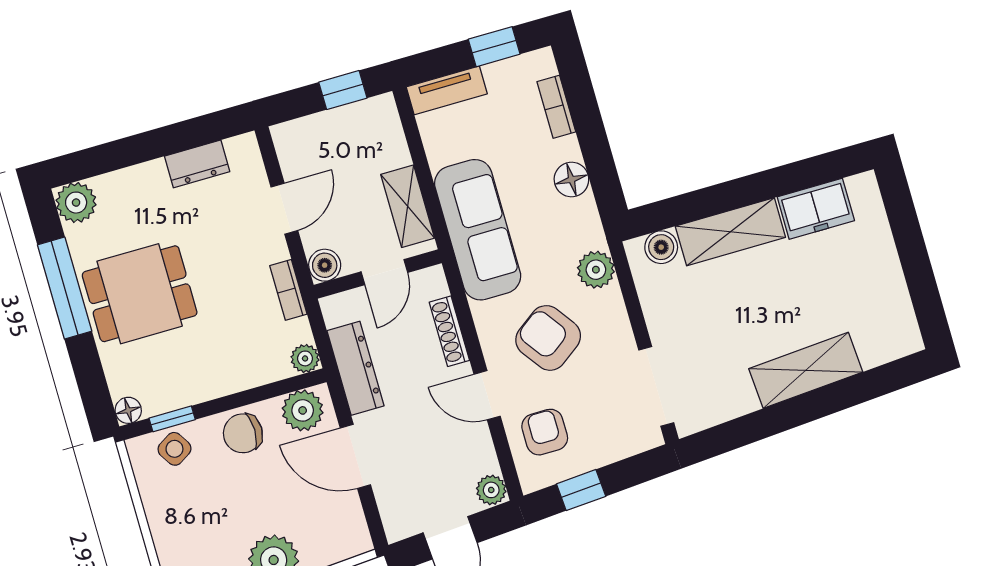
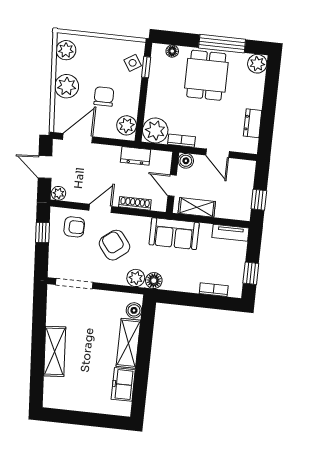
tv unit: (447, 90) -> (230, 233), moved, turned -90
floor lamp: (571, 180) -> (154, 281), moved
sofa: (478, 230) -> (174, 234), width x0.73
armchair: (548, 338) -> (115, 245), turned -92
plant: (305, 358) -> (155, 130), width x1.88, depth x1.88
dresser: (356, 368) -> (136, 156), width x0.70
floor lamp: (128, 410) -> (172, 51), moved
chair: (243, 433) -> (104, 97), moved
door: (355, 456) -> (78, 138), moved

